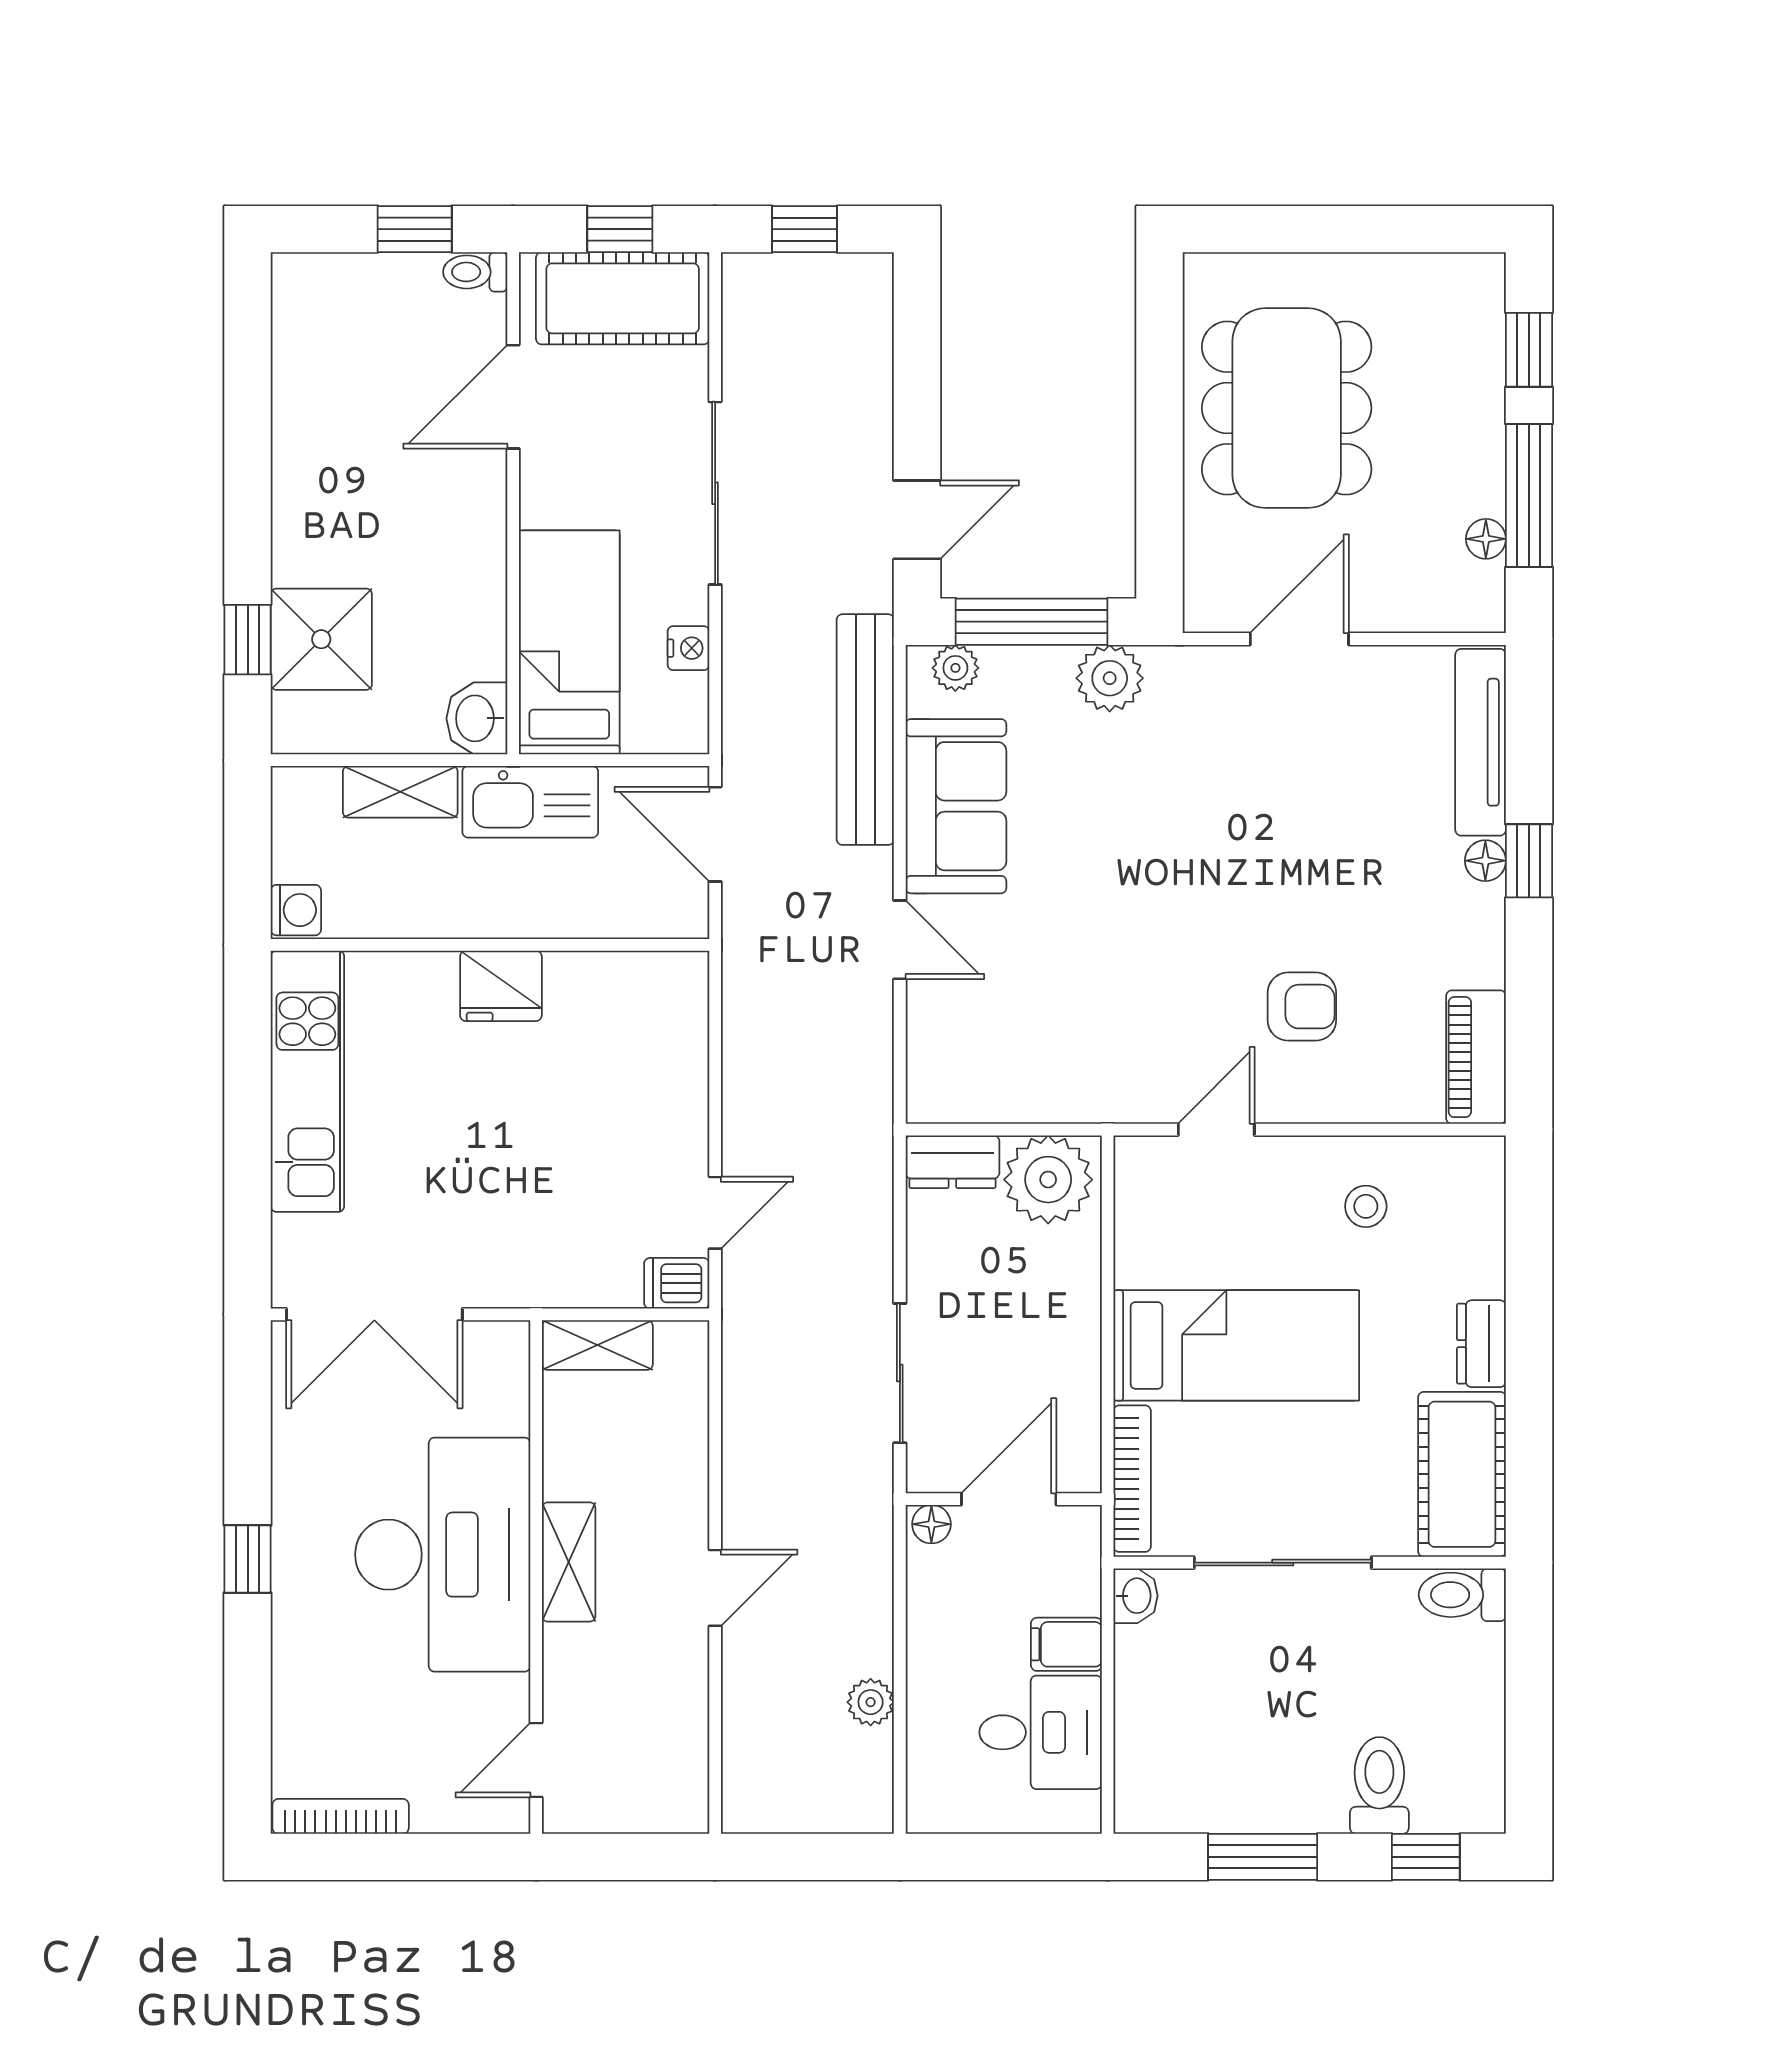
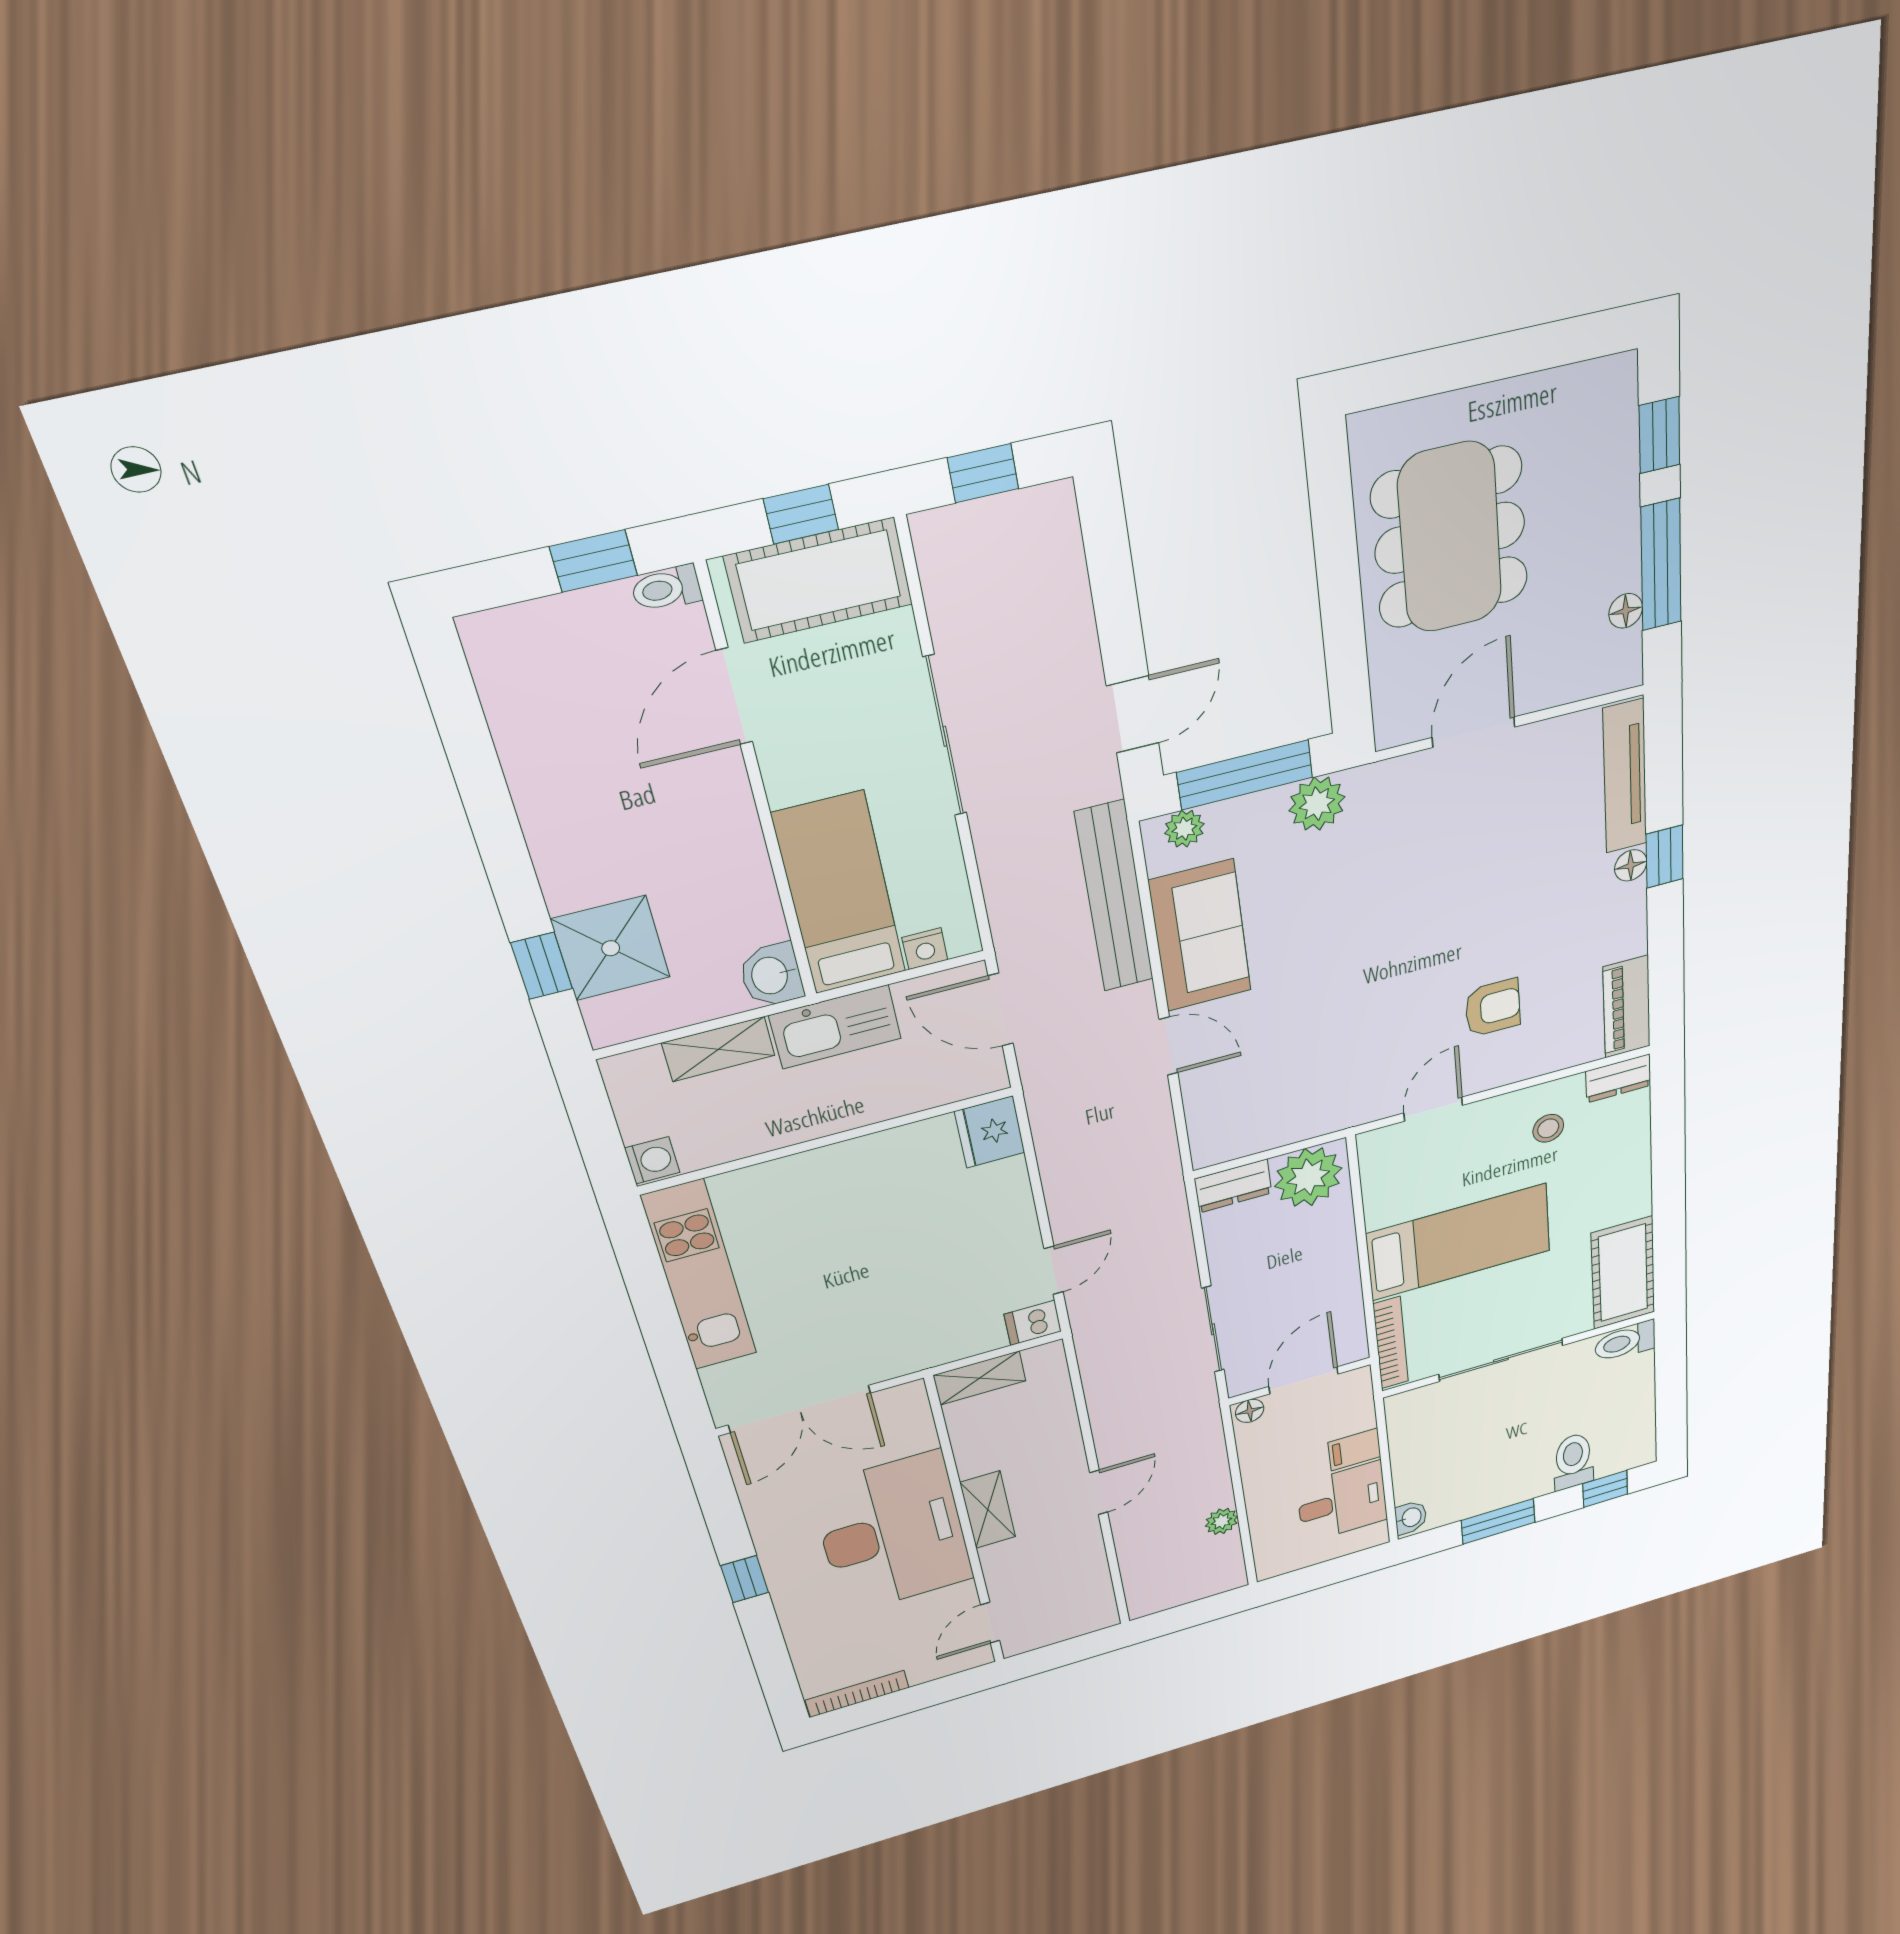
nightstand: (688, 648) -> (925, 949), moved, turned 90
fridge: (501, 986) -> (990, 1132), moved, turned 90
dresser: (1481, 1344) -> (1618, 1078), moved, turned -90
washbasin: (1135, 1596) -> (1411, 1518), moved

